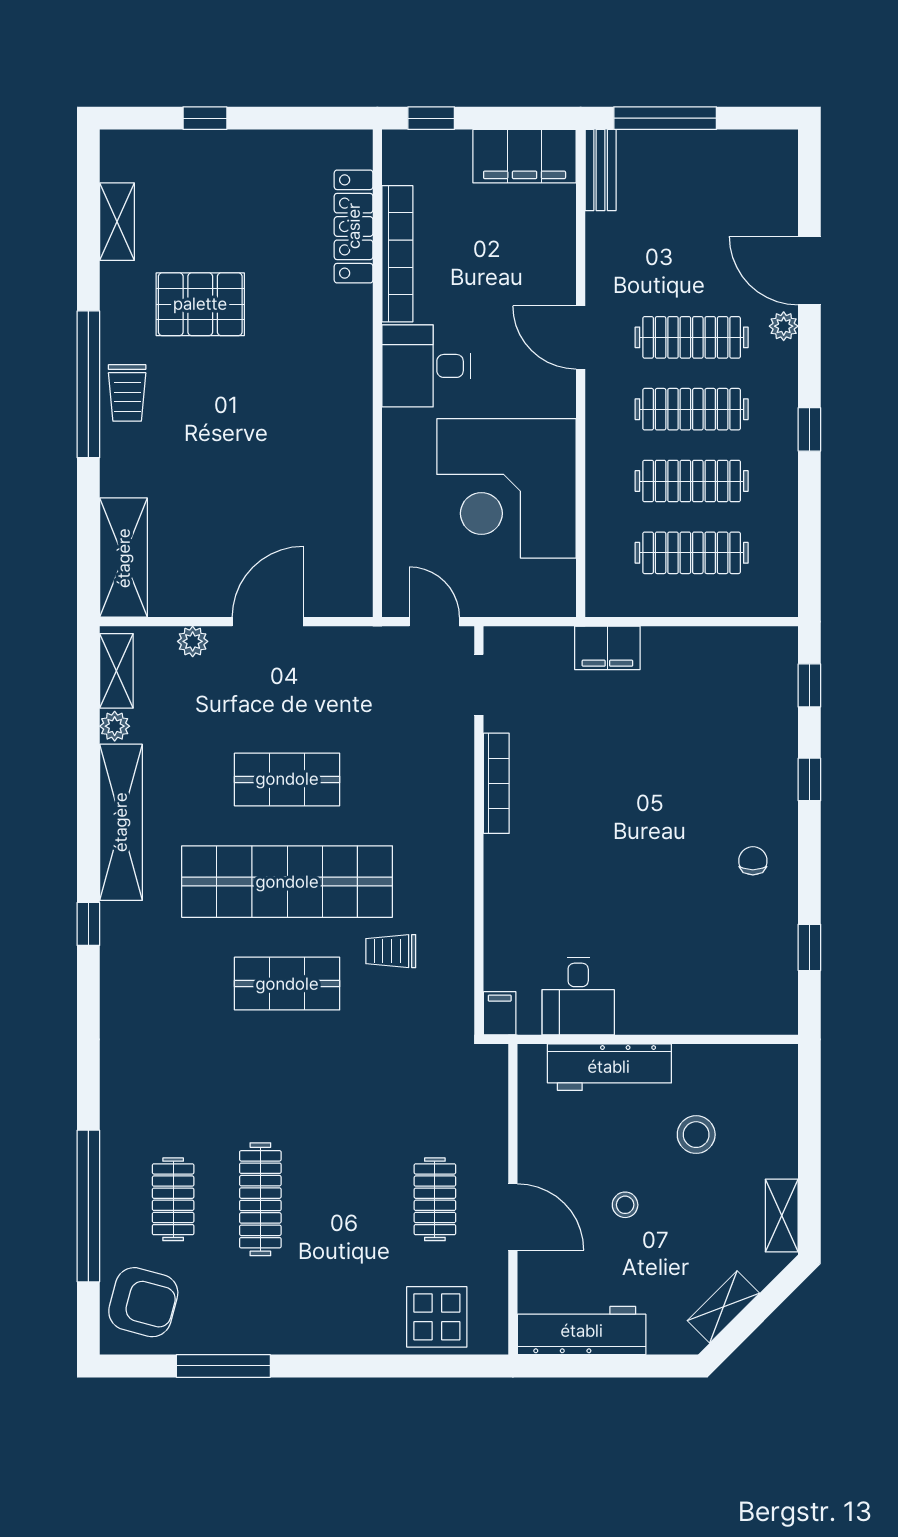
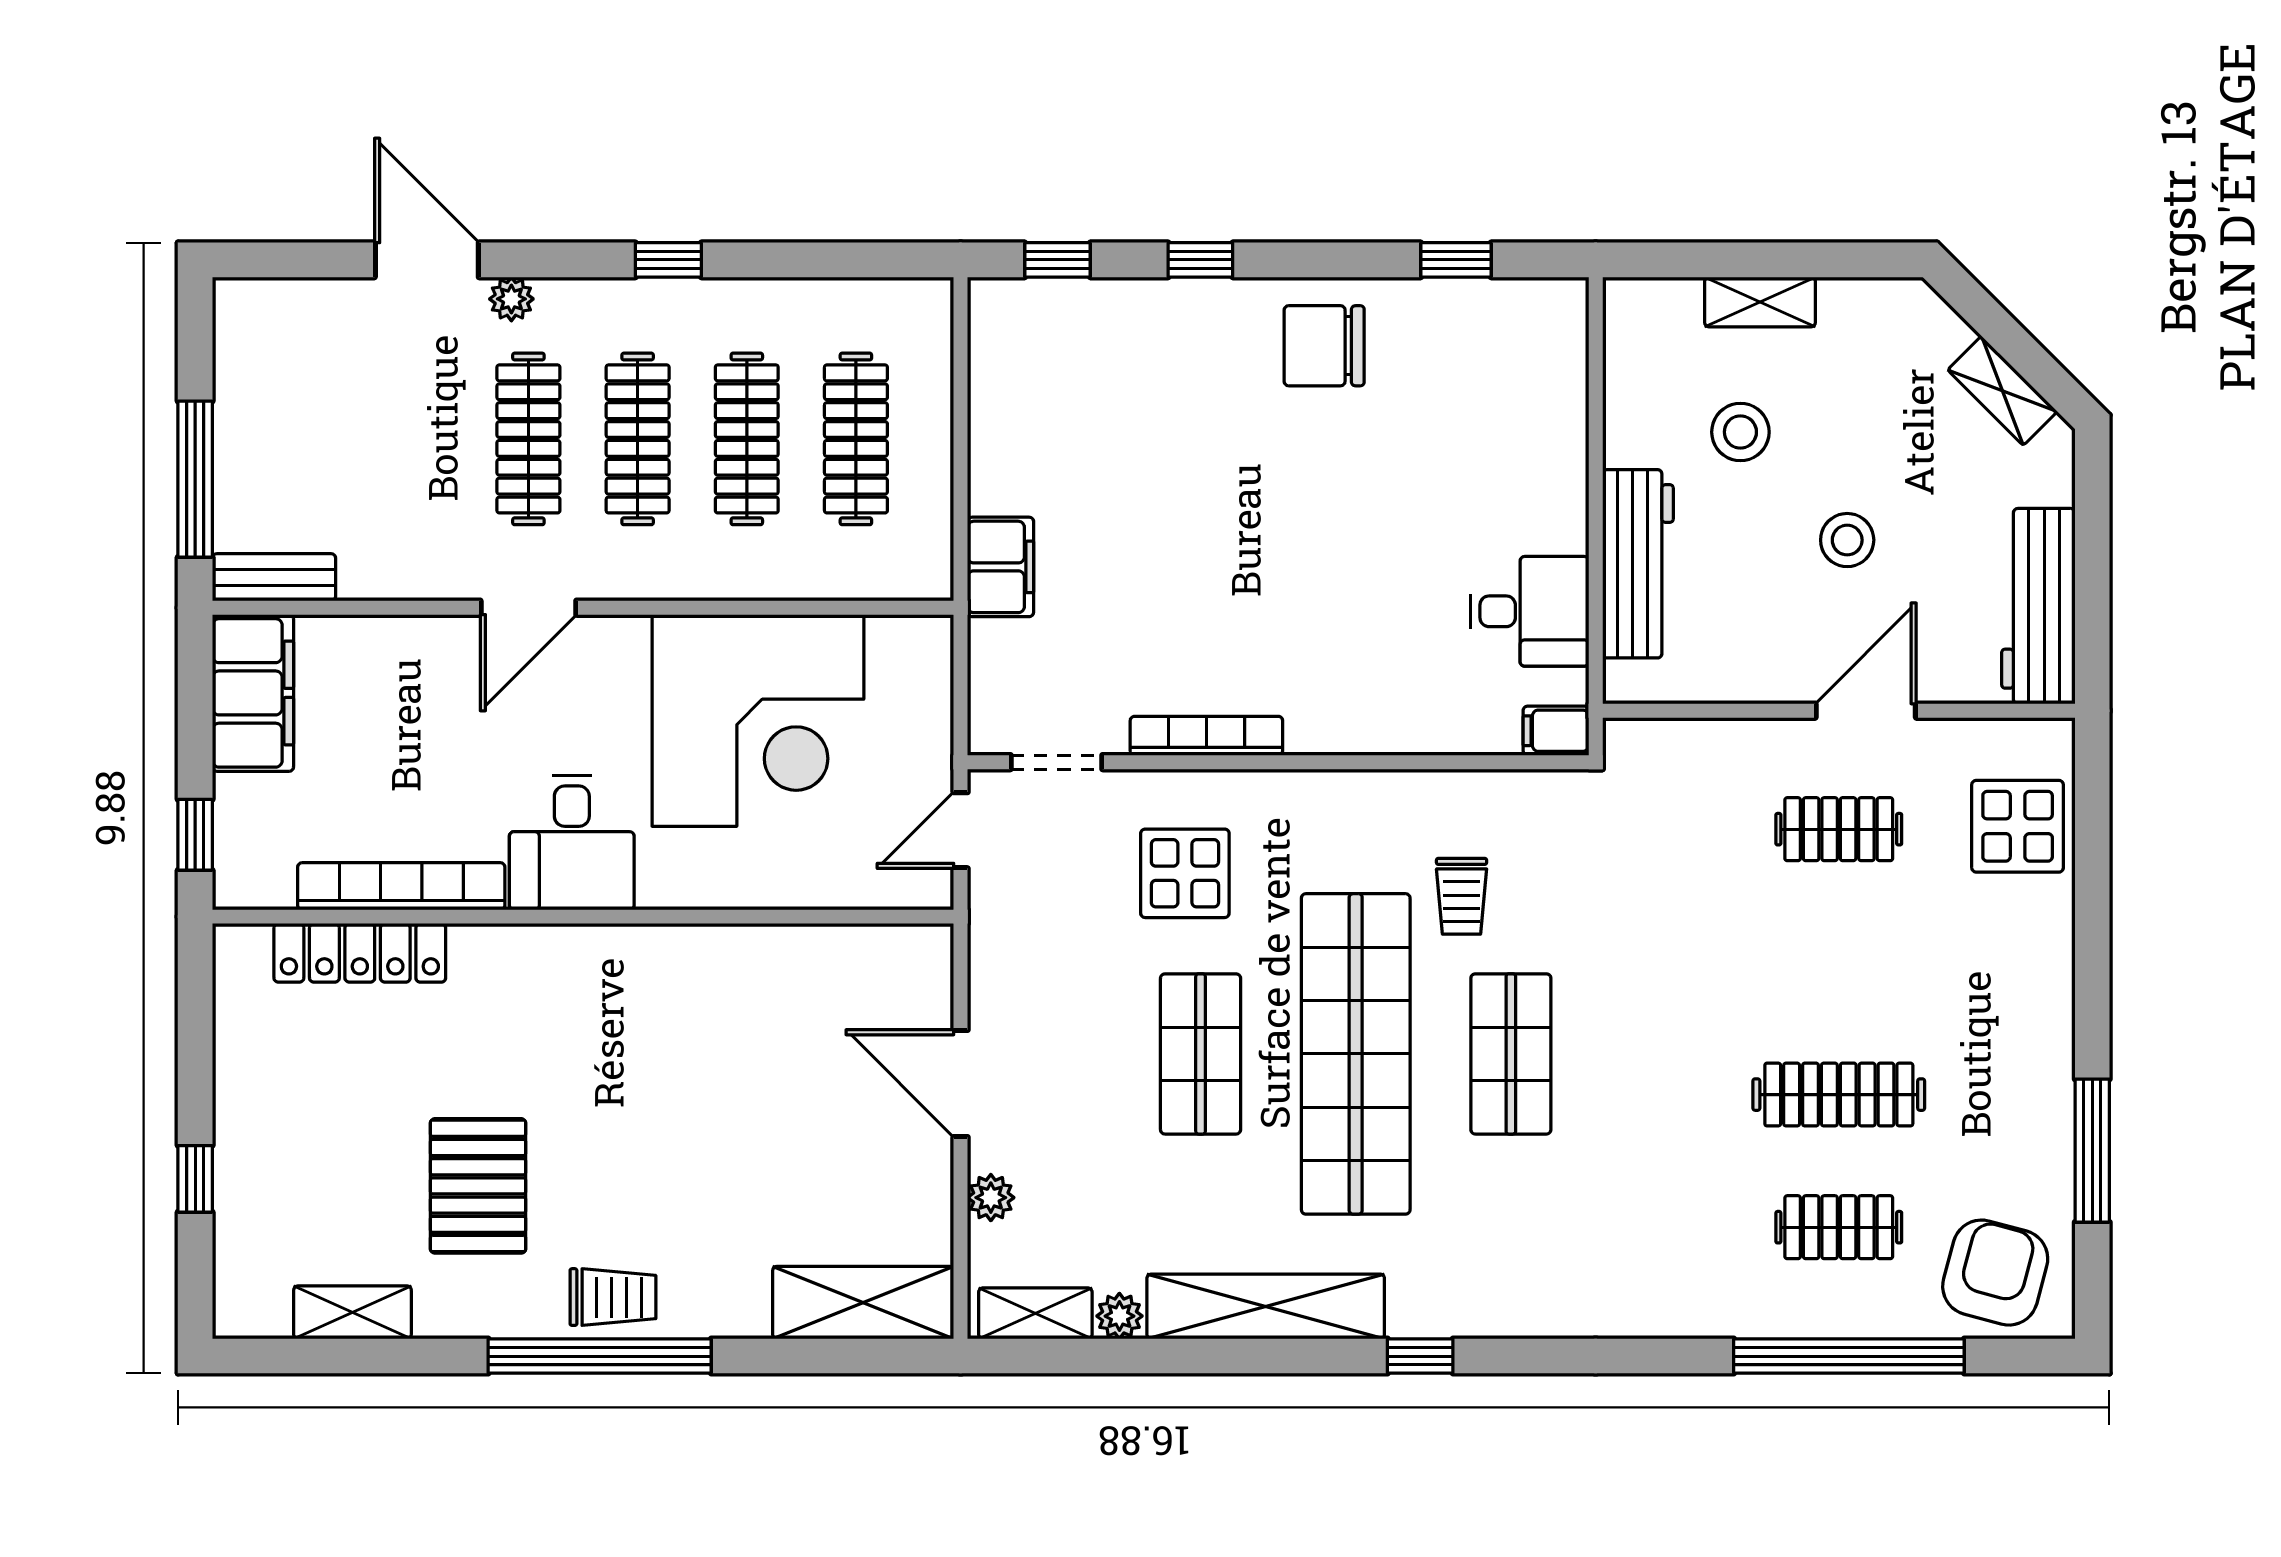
door: (809, 271) -> (427, 260), swing flipped
display table: (406, 769) -> (1185, 873), added
chair: (753, 861) -> (1324, 346), width x1.87, depth x1.87
stool: (625, 1205) -> (1847, 540), width x1.37, depth x1.37
shelving: (782, 1216) -> (1760, 302), moved

